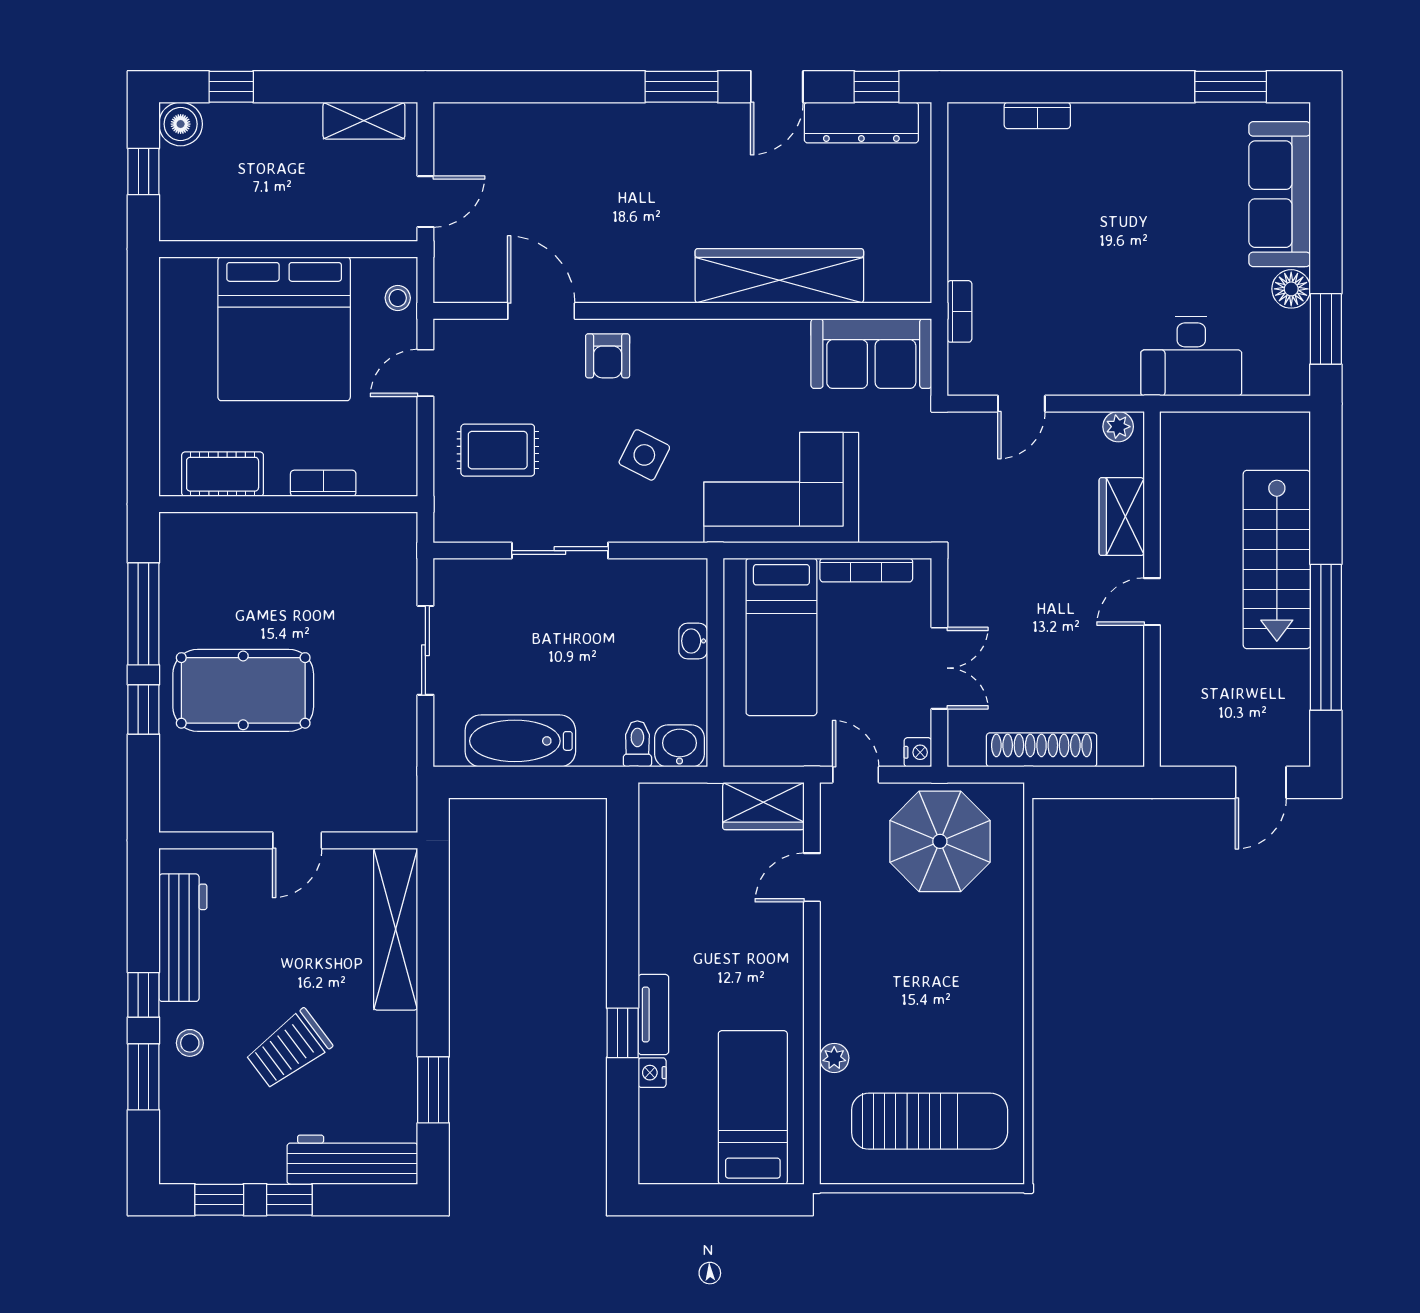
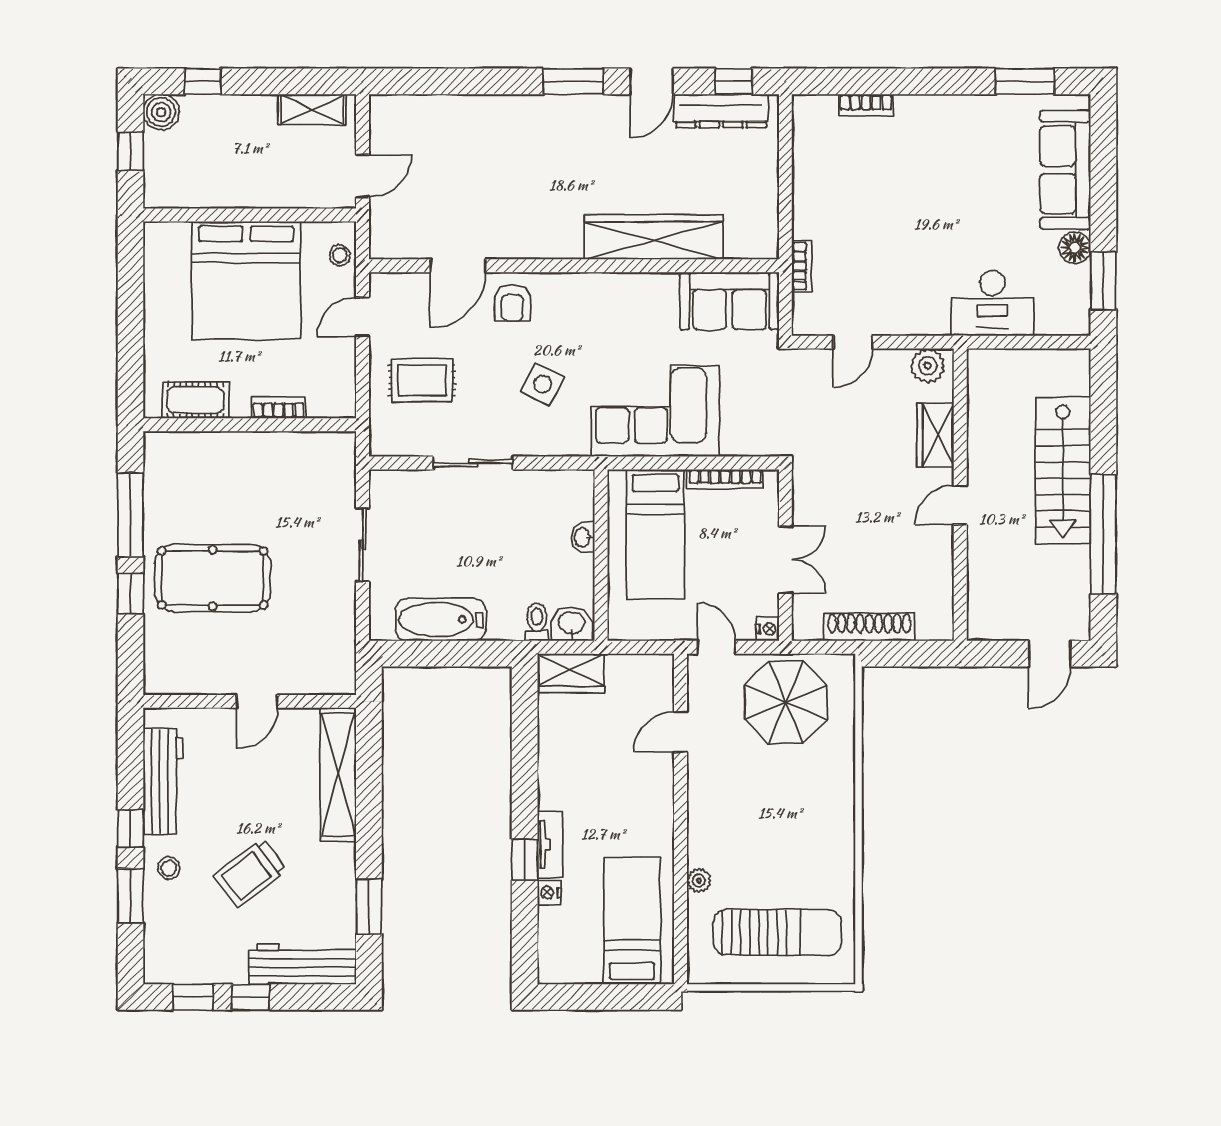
door: (541, 311) -> (458, 266), swing flipped
plant: (1118, 427) -> (928, 366), width x1.38, depth x1.38
wardrobe: (763, 806) -> (571, 673), moved

